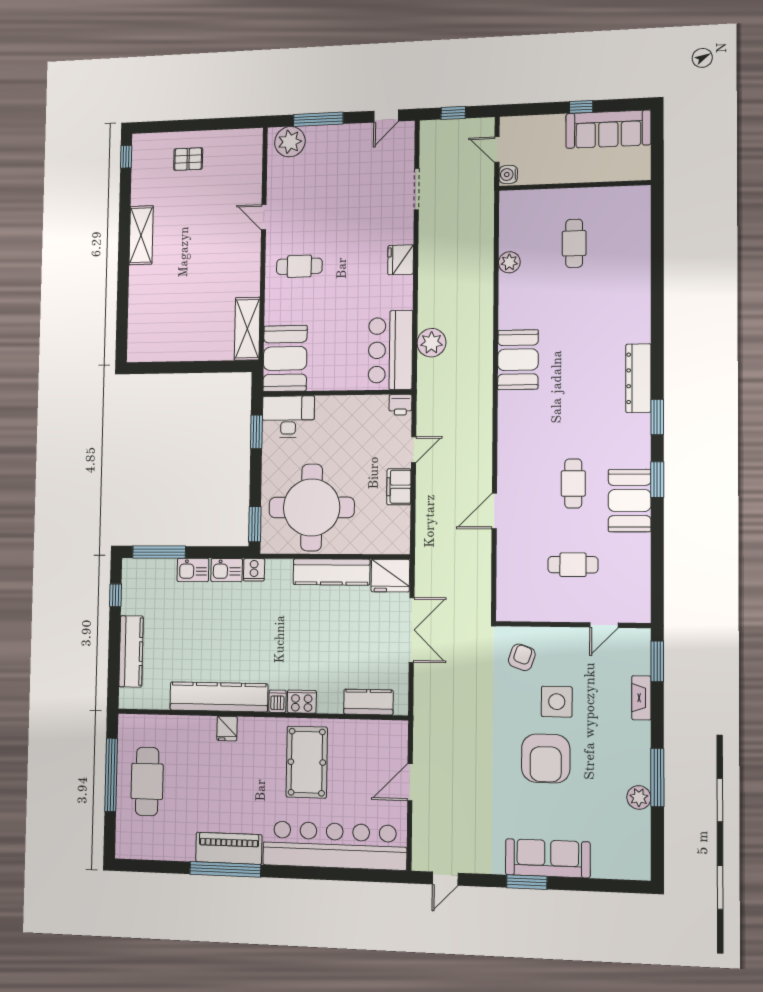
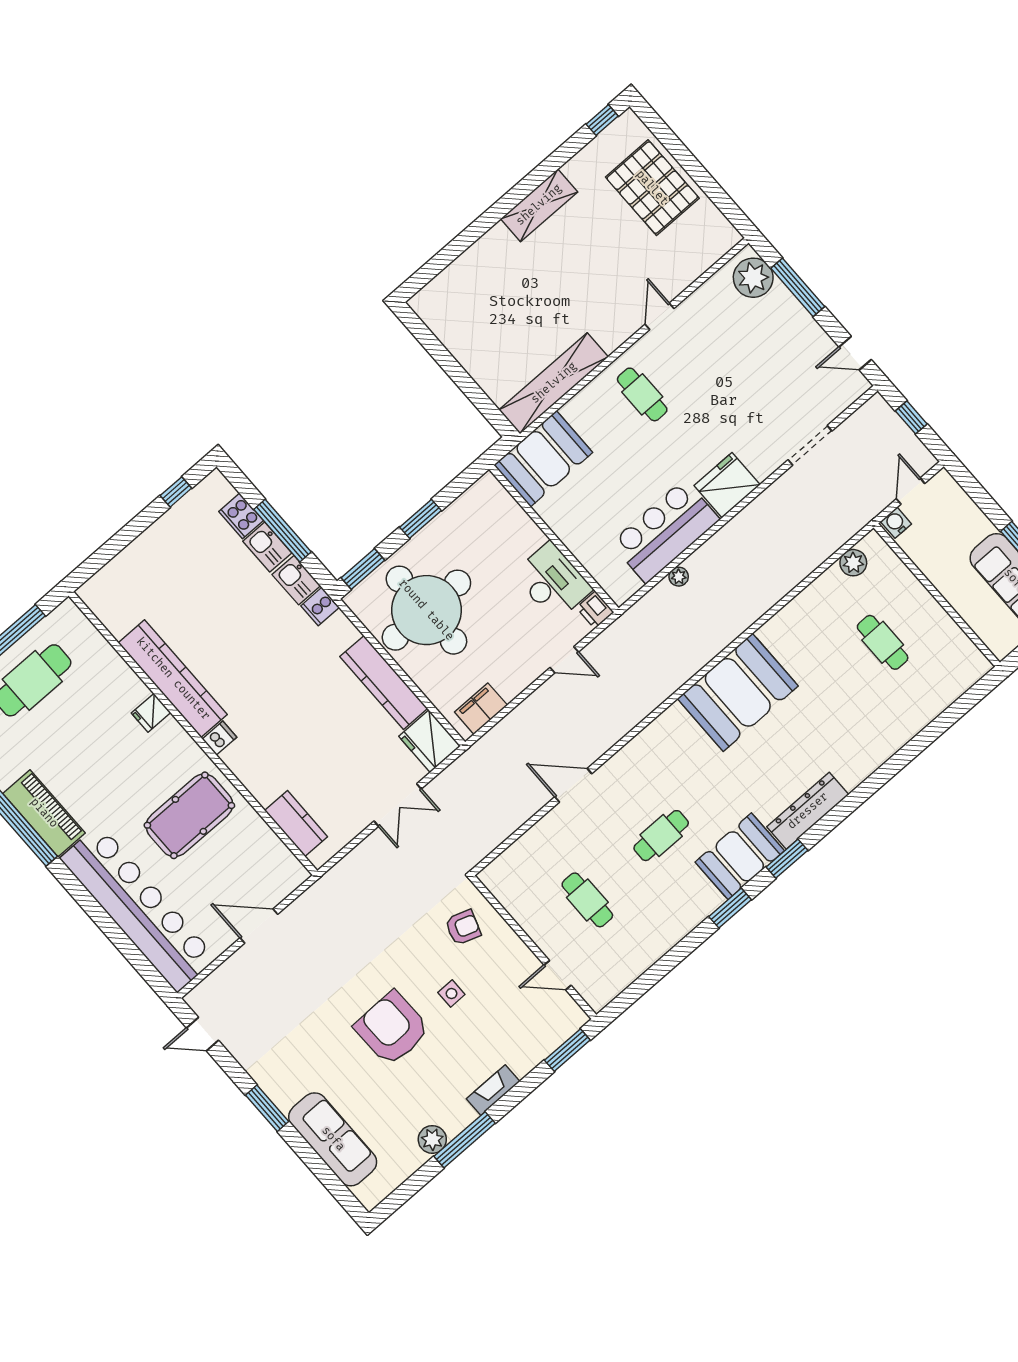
pallet: (188, 159) -> (652, 188), width x2.05, depth x2.00
cafe table: (574, 243) -> (883, 642), turned 90
fridge: (401, 260) -> (727, 485), width x1.36, depth x1.34
plant: (509, 262) -> (853, 563), moved
shelving: (247, 329) -> (554, 383), width x1.47
plant: (431, 343) -> (679, 577), width x0.53, depth x0.53
bar counter: (390, 350) -> (665, 531), moved
booth: (518, 360) -> (738, 692), width x1.36, depth x1.42
desk: (288, 417) -> (553, 582), moved
window: (256, 432) -> (420, 519), moved
filing cabinet: (399, 487) -> (481, 709), moved
booth: (630, 500) -> (740, 856), moved
window: (159, 552) -> (283, 531), moved
double door: (412, 630) -> (398, 805), width x0.73
kitchen counter: (131, 651) -> (138, 555), removed
fireplace: (641, 698) -> (493, 1090), moved
cooker: (302, 702) -> (241, 516), moved, turned 180
side table: (557, 702) -> (451, 994), width x0.54, depth x0.54
armchair: (546, 758) -> (392, 1028), turned 89
sofa: (548, 858) -> (333, 1139), moved

